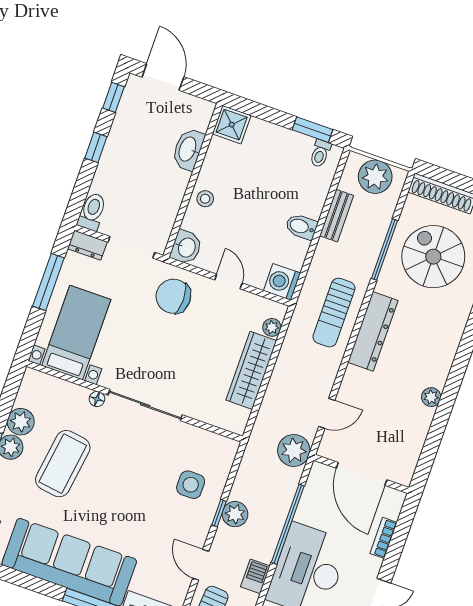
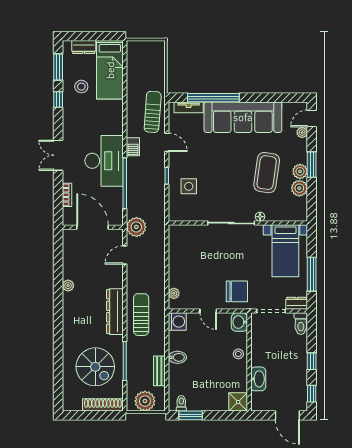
wardrobe: (251, 370) -> (177, 264), removed
plant: (235, 514) -> (157, 178), removed

